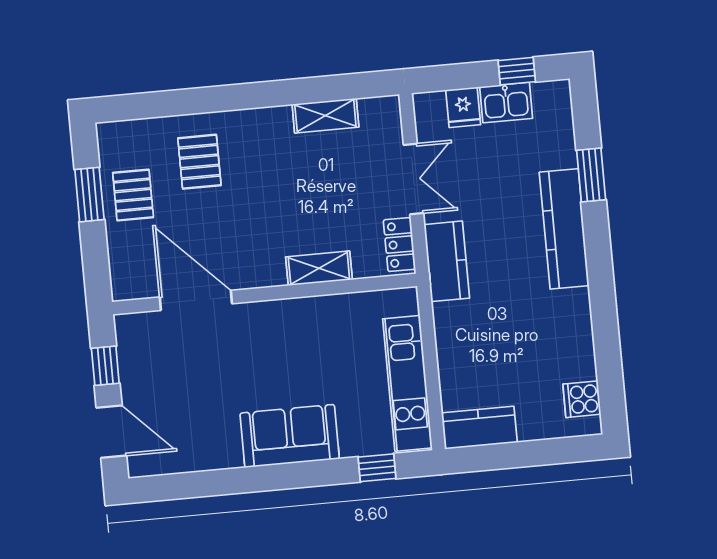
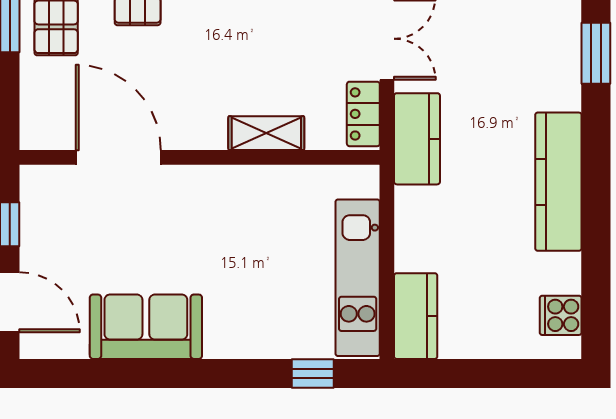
kitchen counter: (564, 229) -> (558, 182), moved
kitchen counter: (479, 428) -> (416, 316), moved, turned 90
sofa: (290, 436) -> (146, 327), moved

